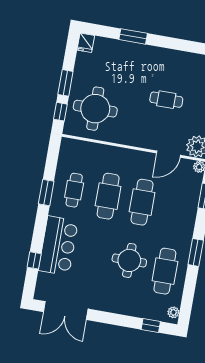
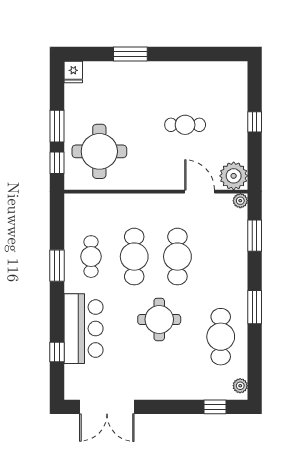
door: (168, 154) -> (200, 192), swing flipped
round table: (129, 260) -> (159, 319), moved

